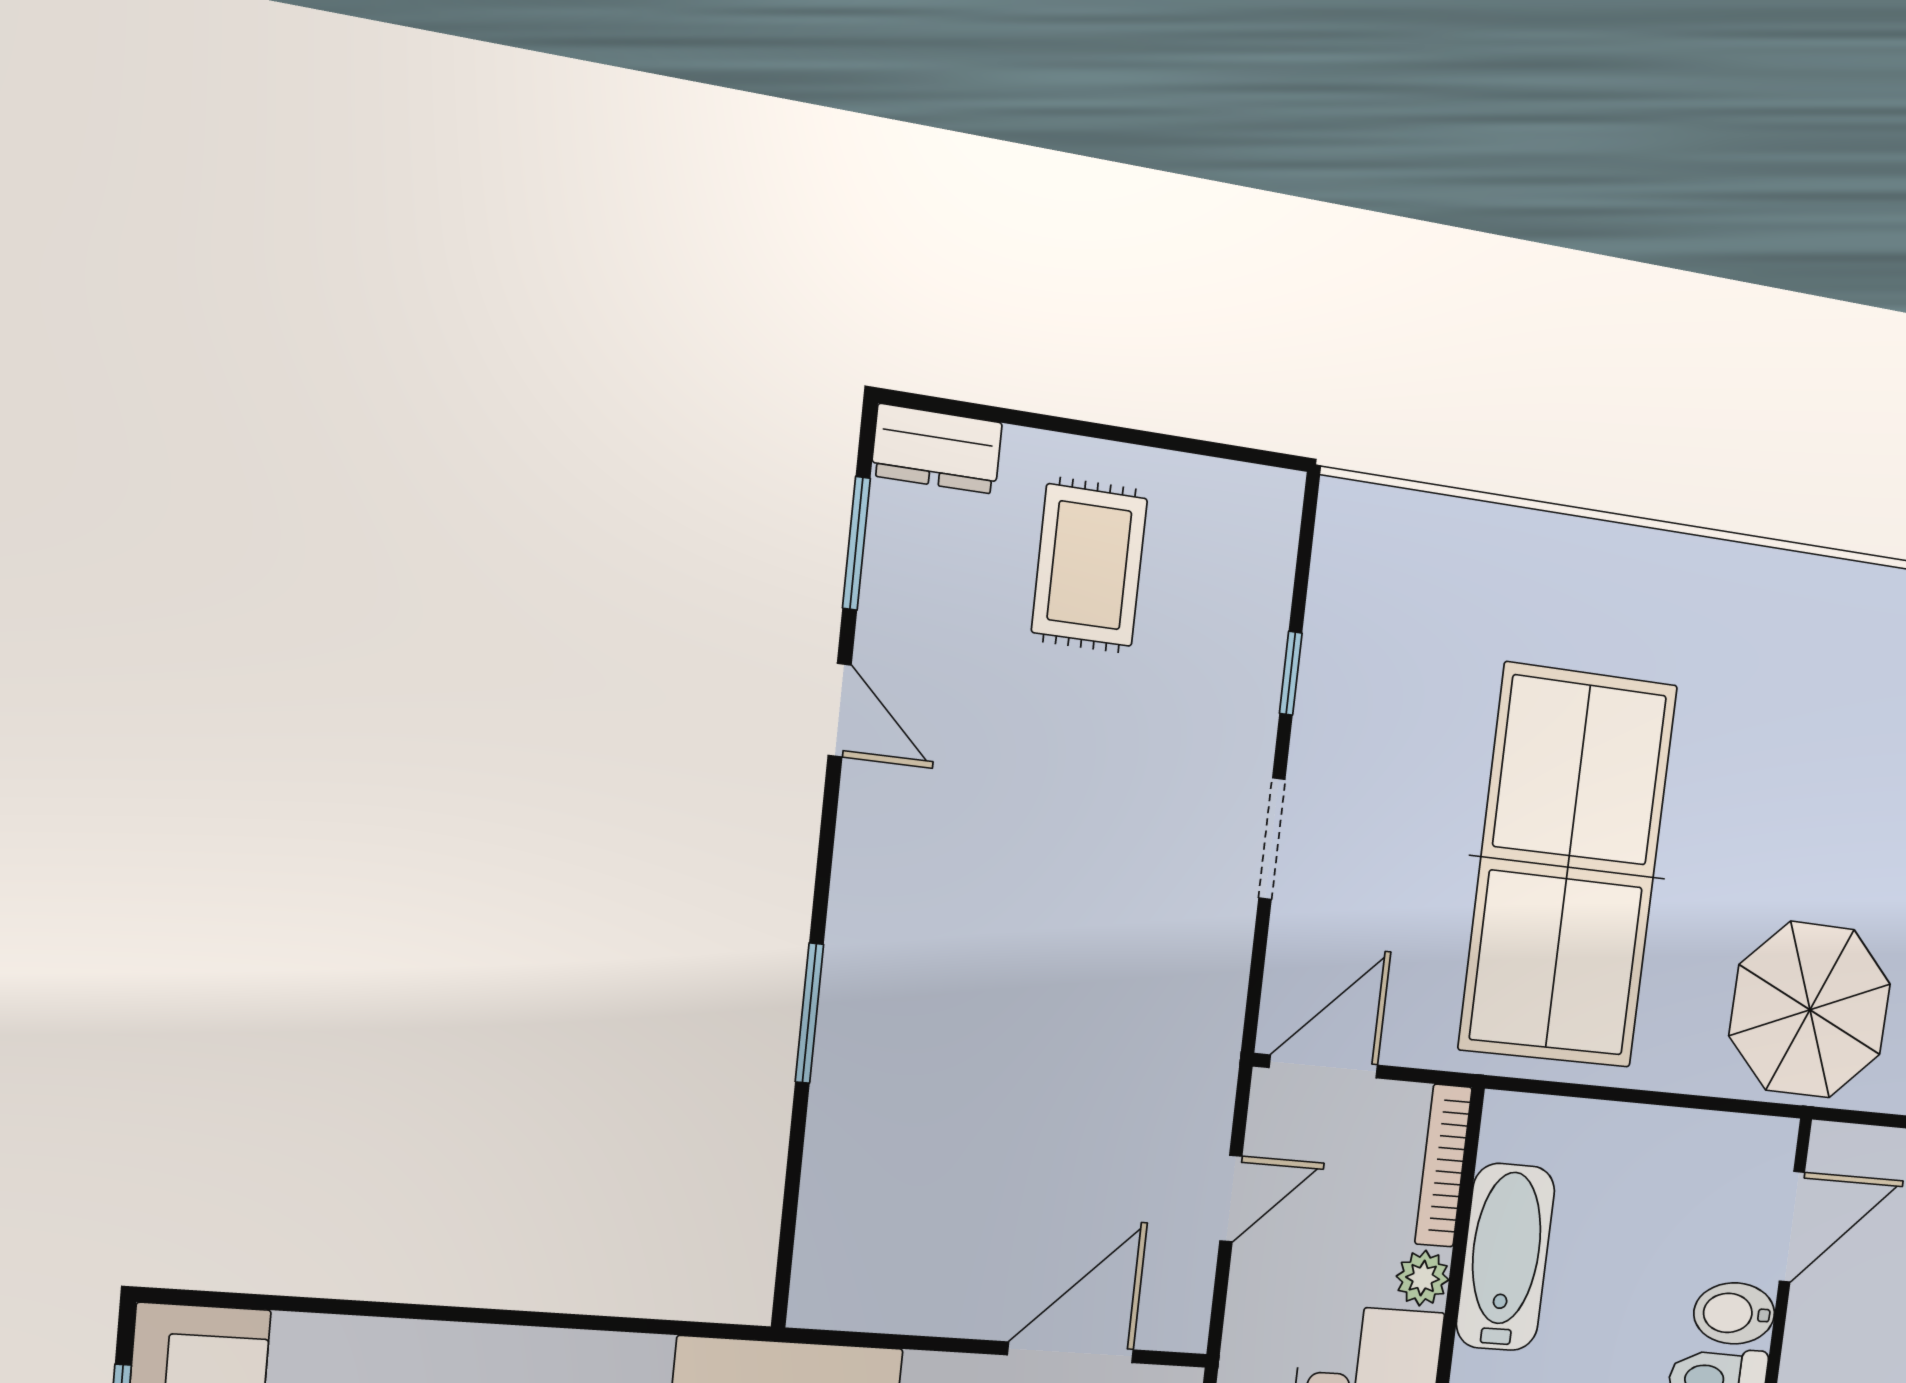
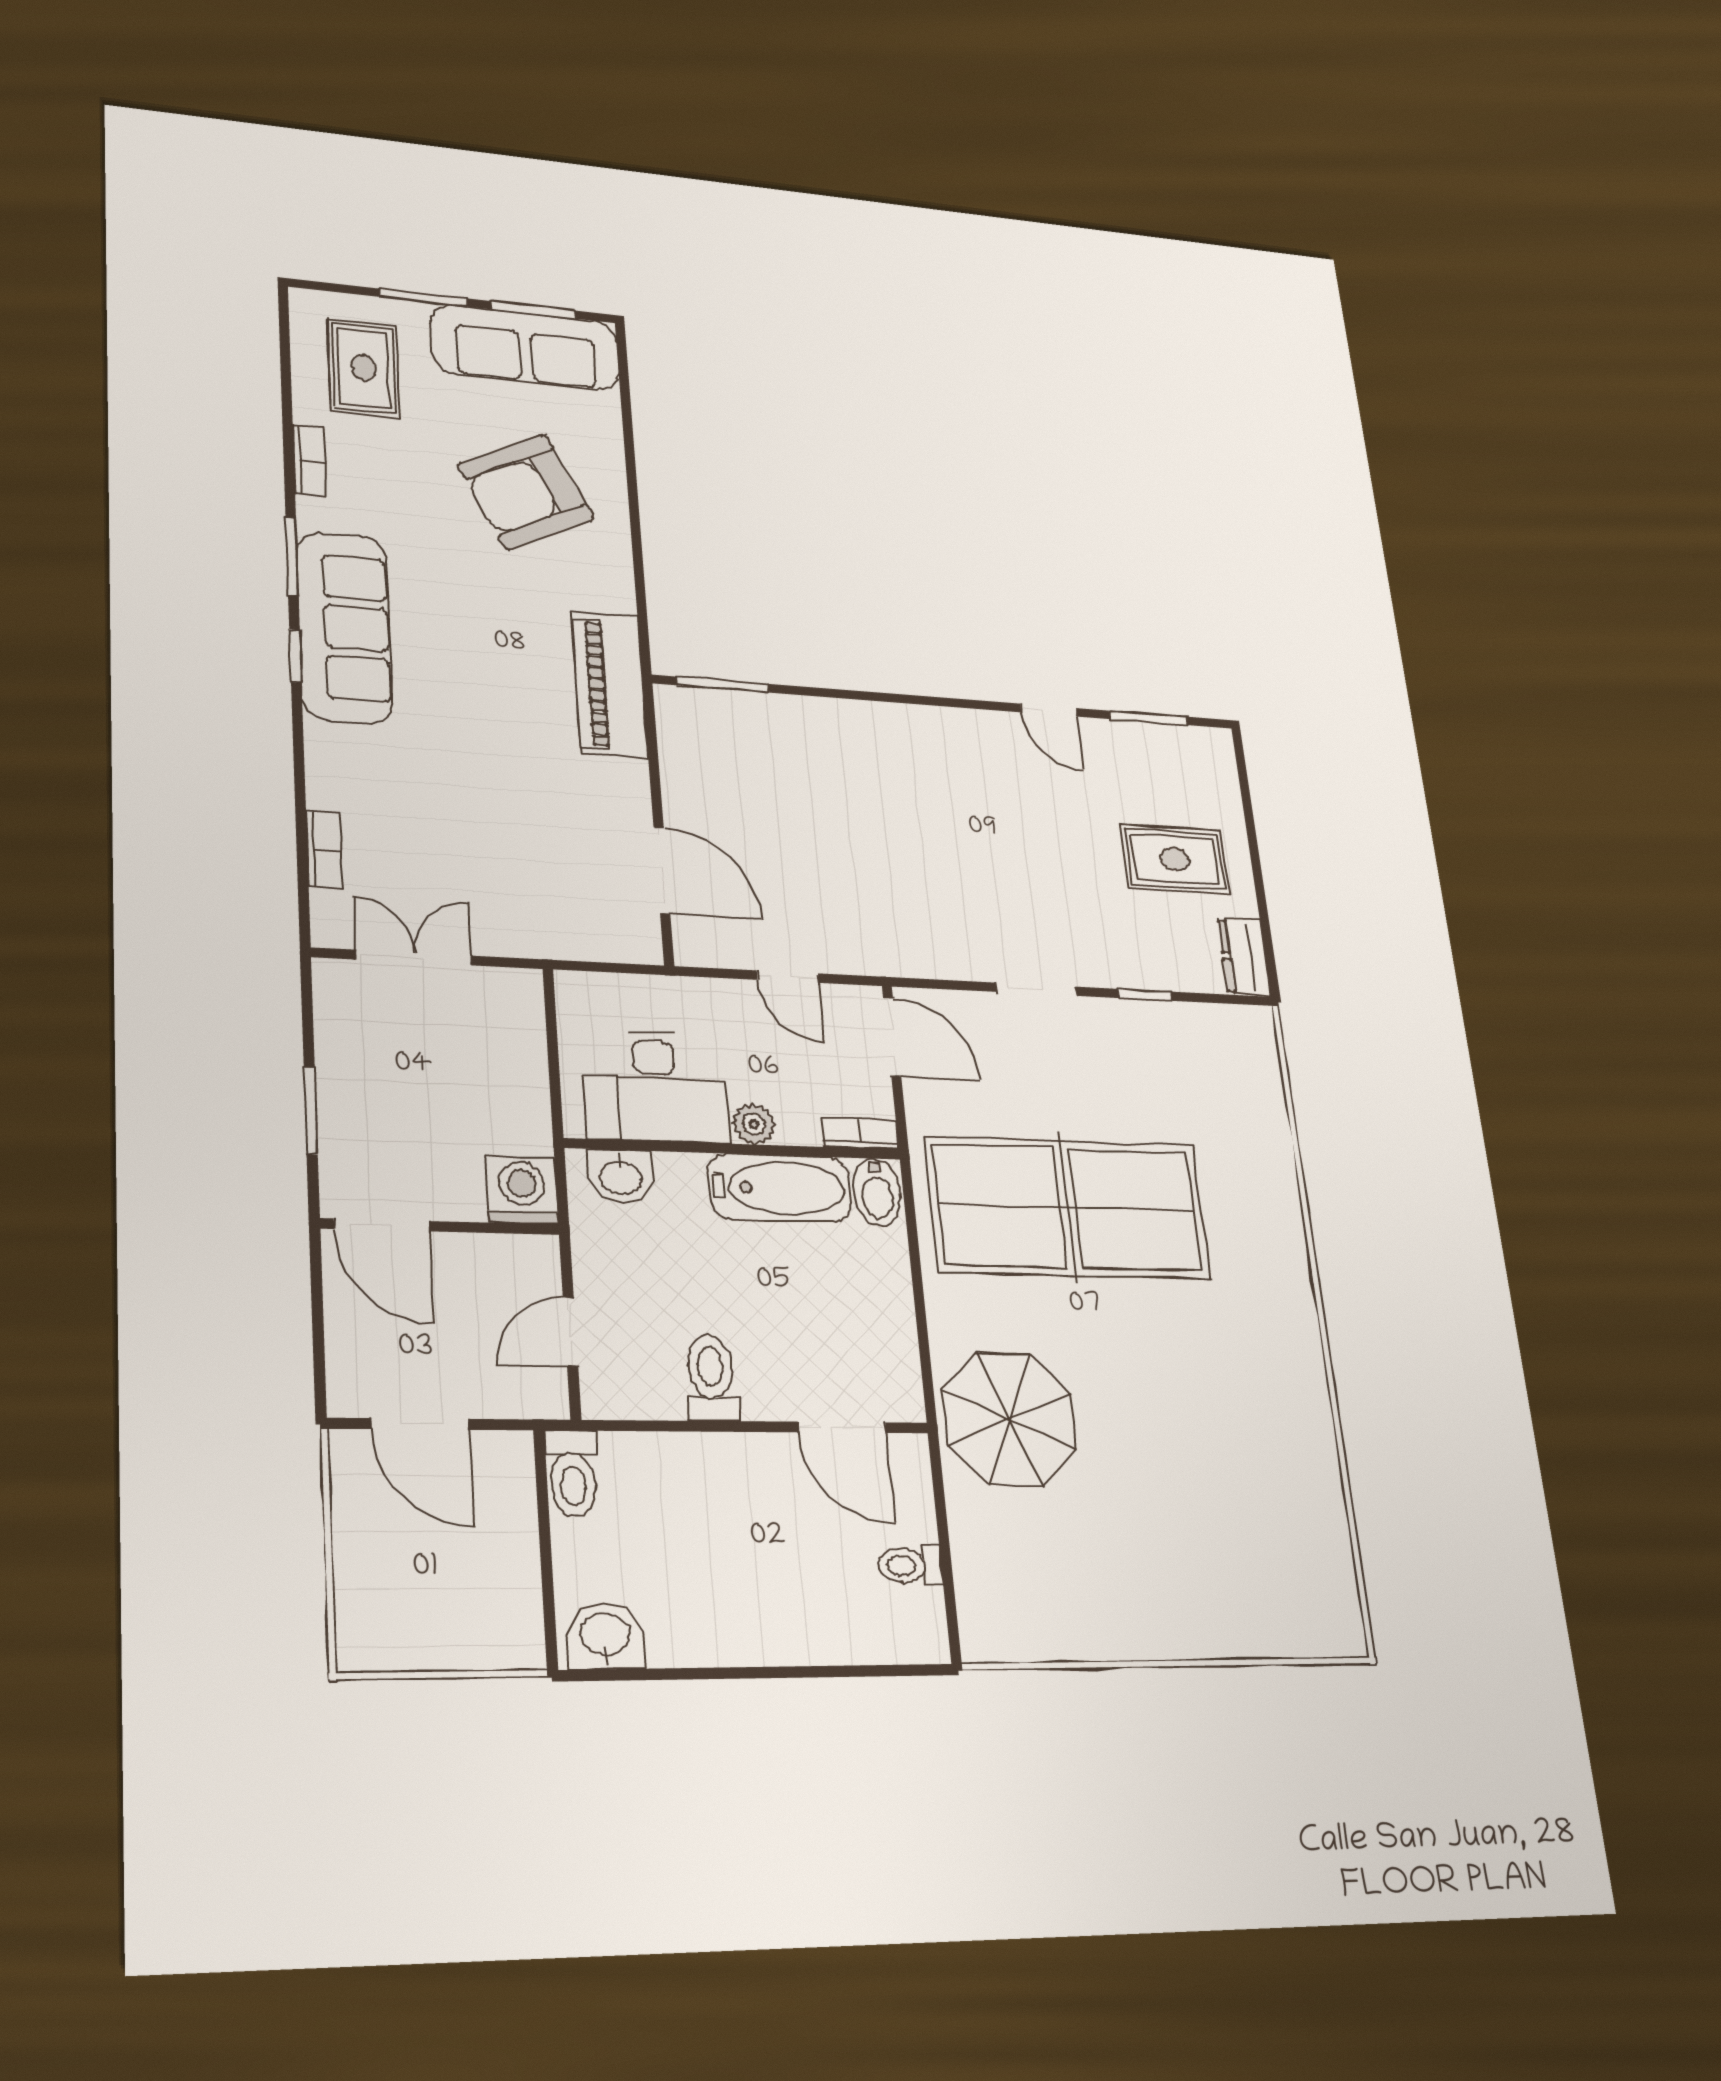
dresser: (937, 449) -> (1244, 957), moved
door: (840, 710) -> (1049, 710), hinge flipped
window: (809, 1013) -> (723, 685), moved
bookcase: (1443, 1166) -> (860, 1133), width x0.64
bidet: (1734, 1313) -> (877, 1192), moved, turned 180

